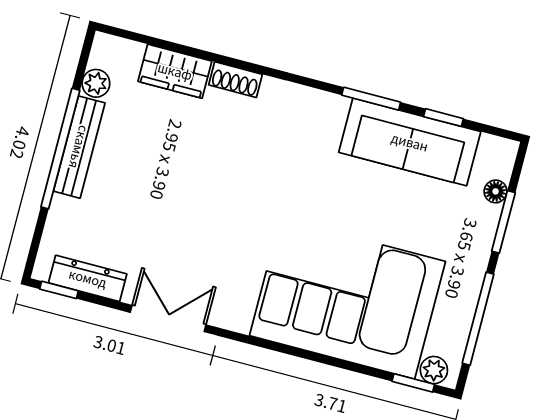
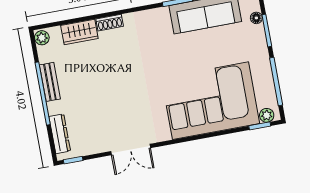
plant: (96, 83) -> (42, 38), moved
bench: (79, 147) -> (50, 82), width x0.73
dresser: (88, 278) -> (60, 134), moved, turned 90
double door: (168, 319) -> (131, 150), swing flipped

